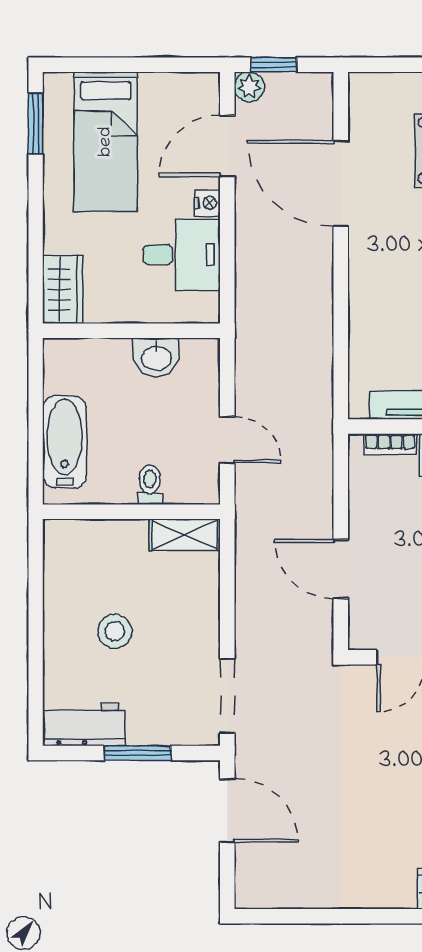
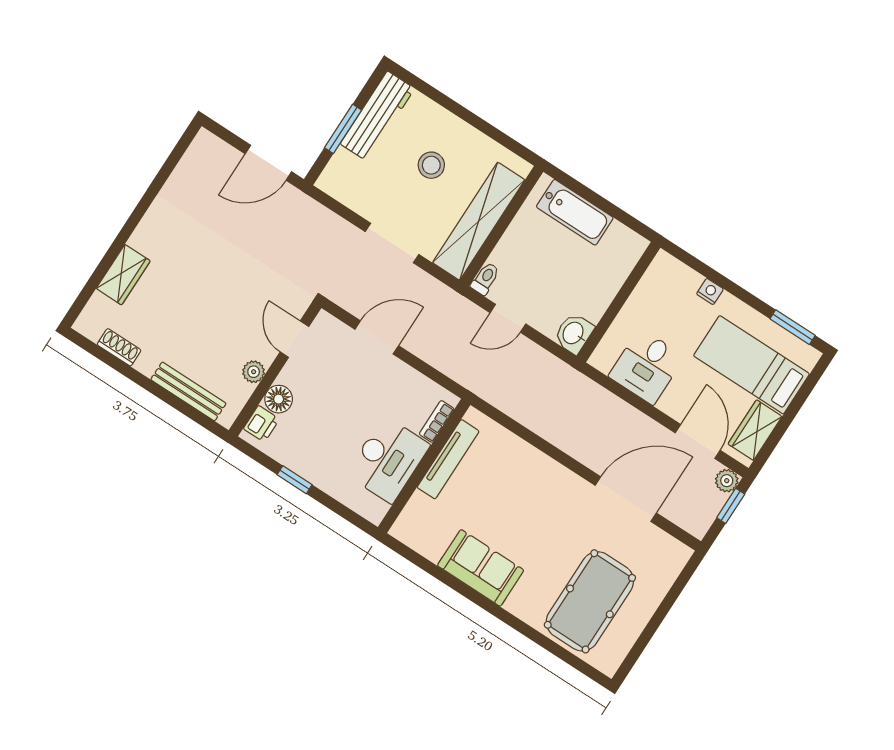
nightstand: (208, 203) -> (710, 291), moved, turned 180
wardrobe: (63, 289) -> (755, 430), moved, turned 90
washbasin: (156, 357) -> (574, 333), moved
toilet: (150, 485) -> (485, 279), moved, turned -90
shelving: (185, 535) -> (479, 221), width x2.20, depth x1.33
doorway: (227, 696) -> (392, 243), moved
workbench: (84, 725) -> (377, 116), width x1.38

